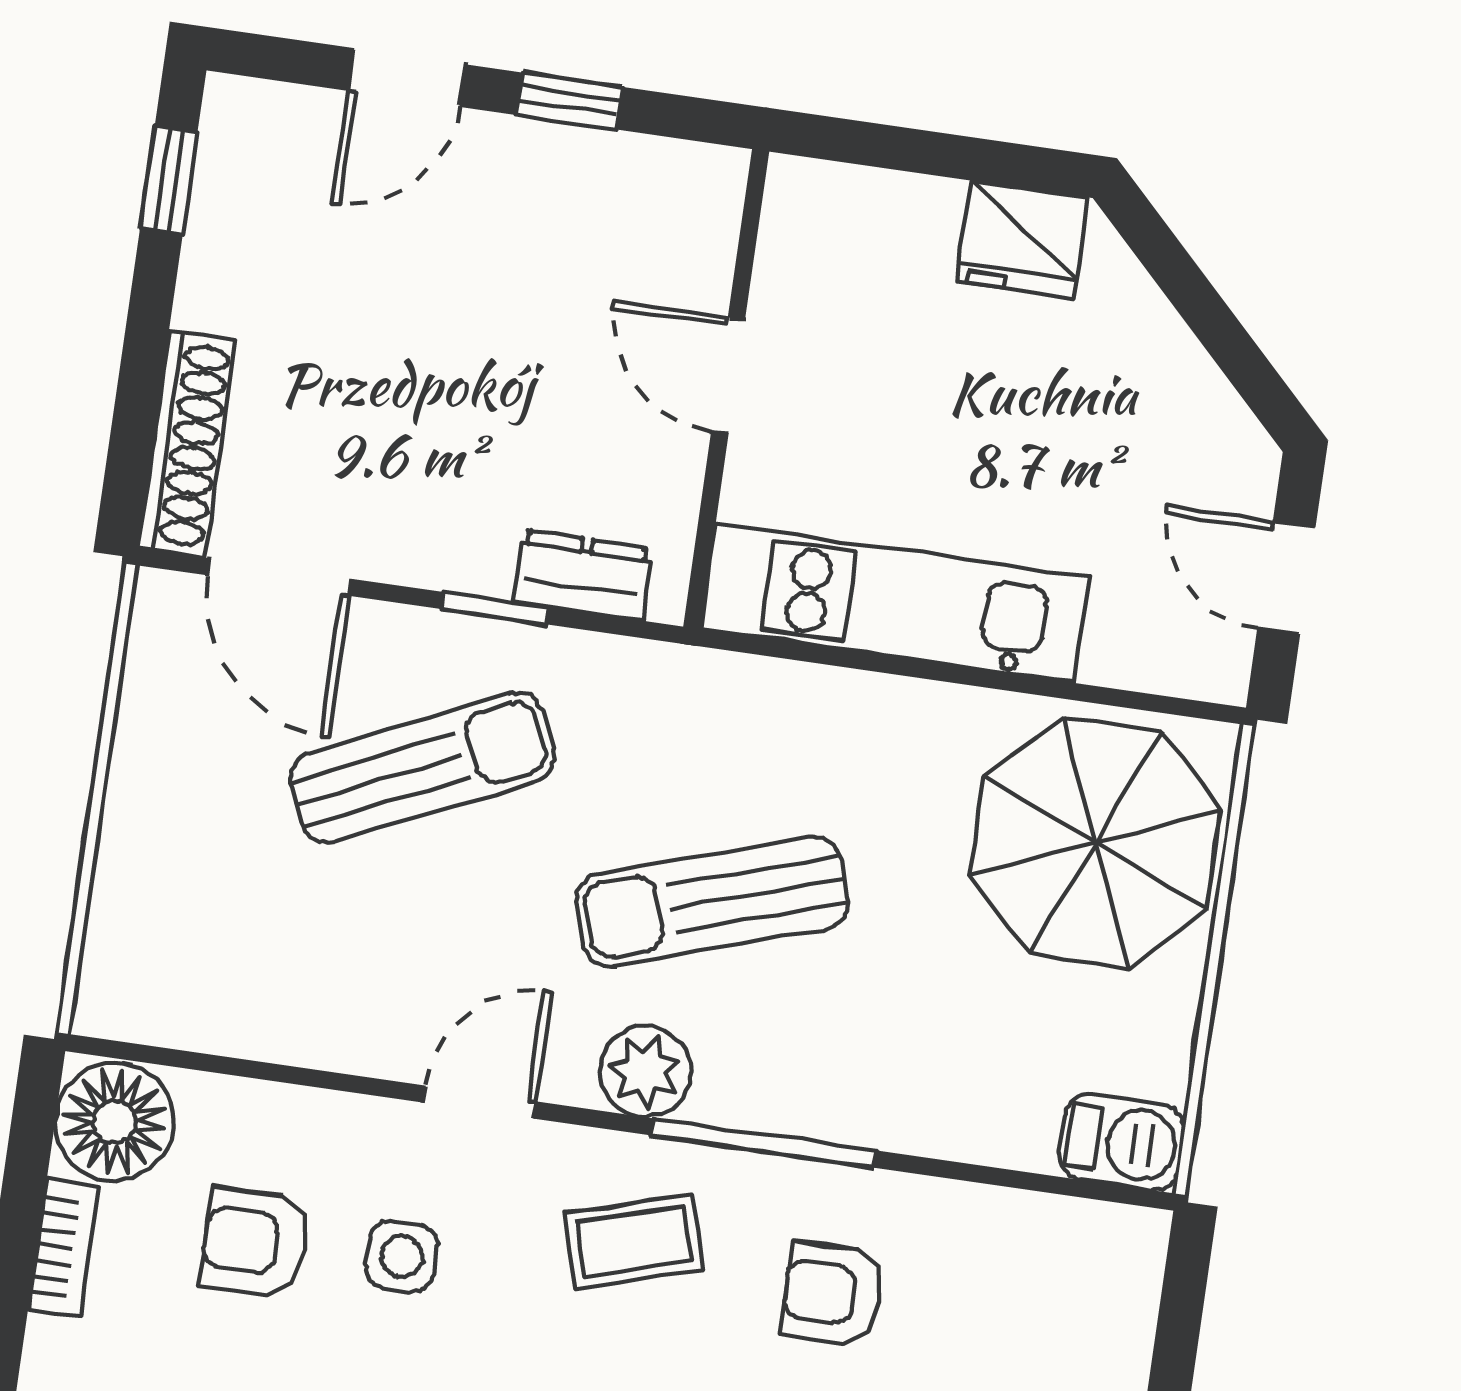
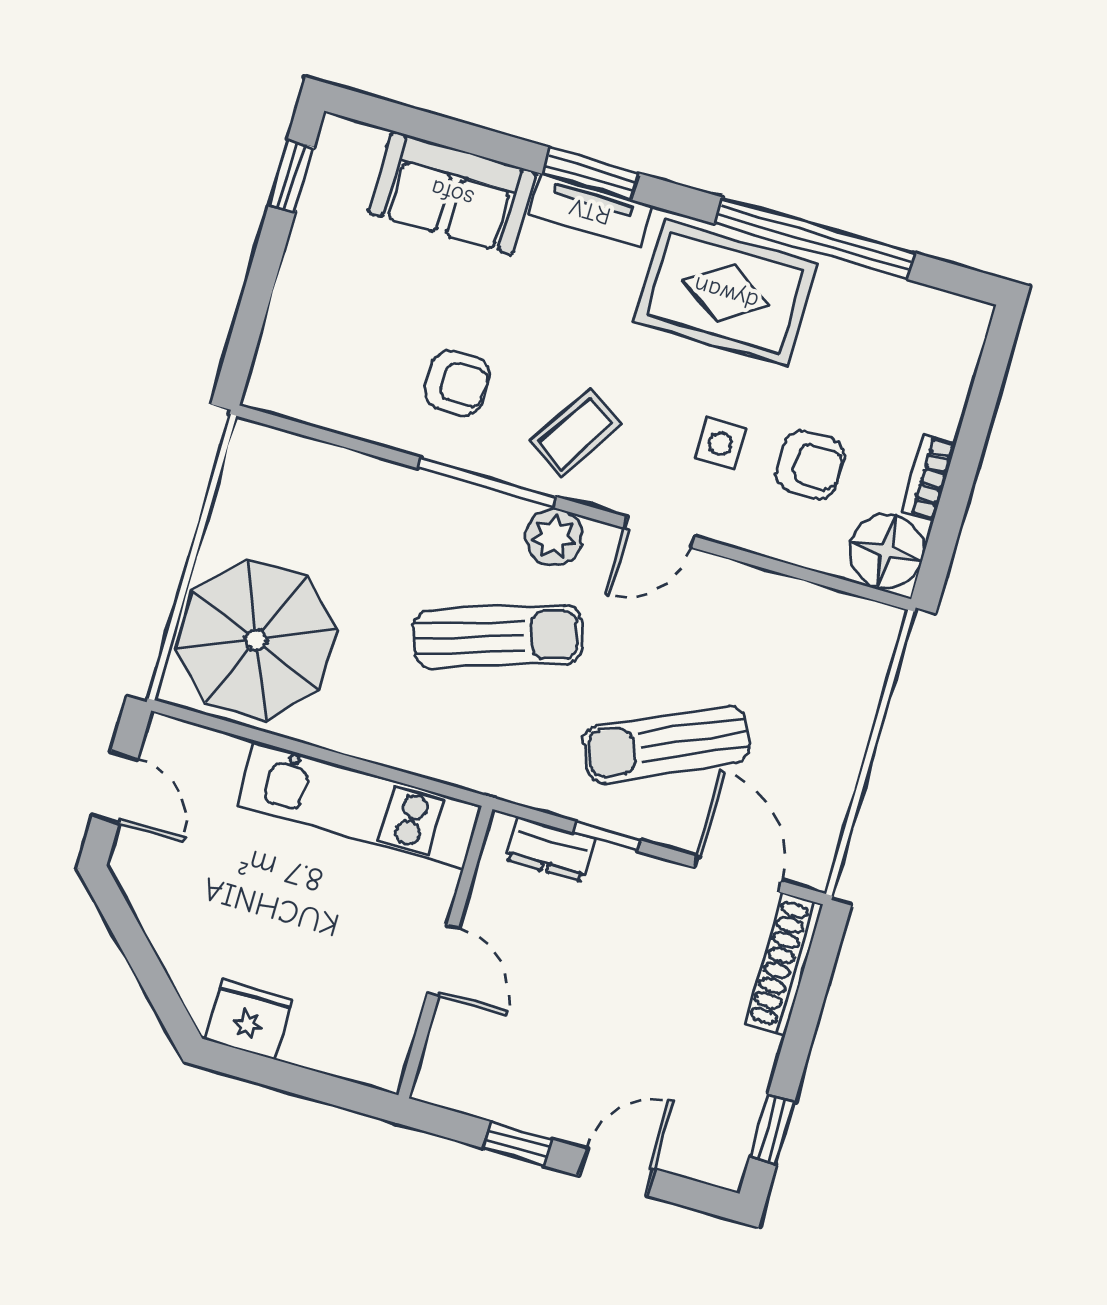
barbecue: (1122, 1142) -> (265, 452), removed
coffee table: (634, 1242) -> (576, 432), turned -40

